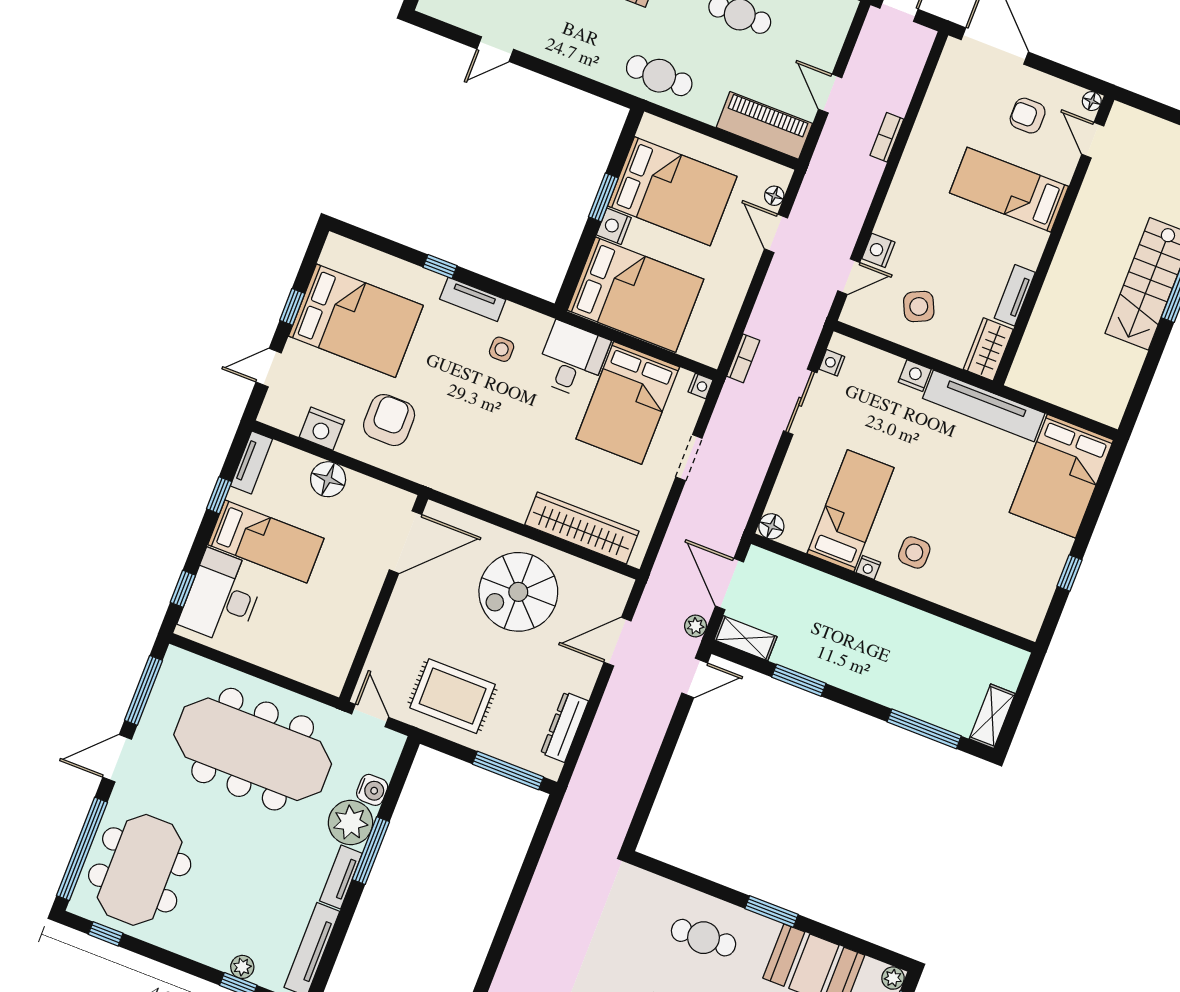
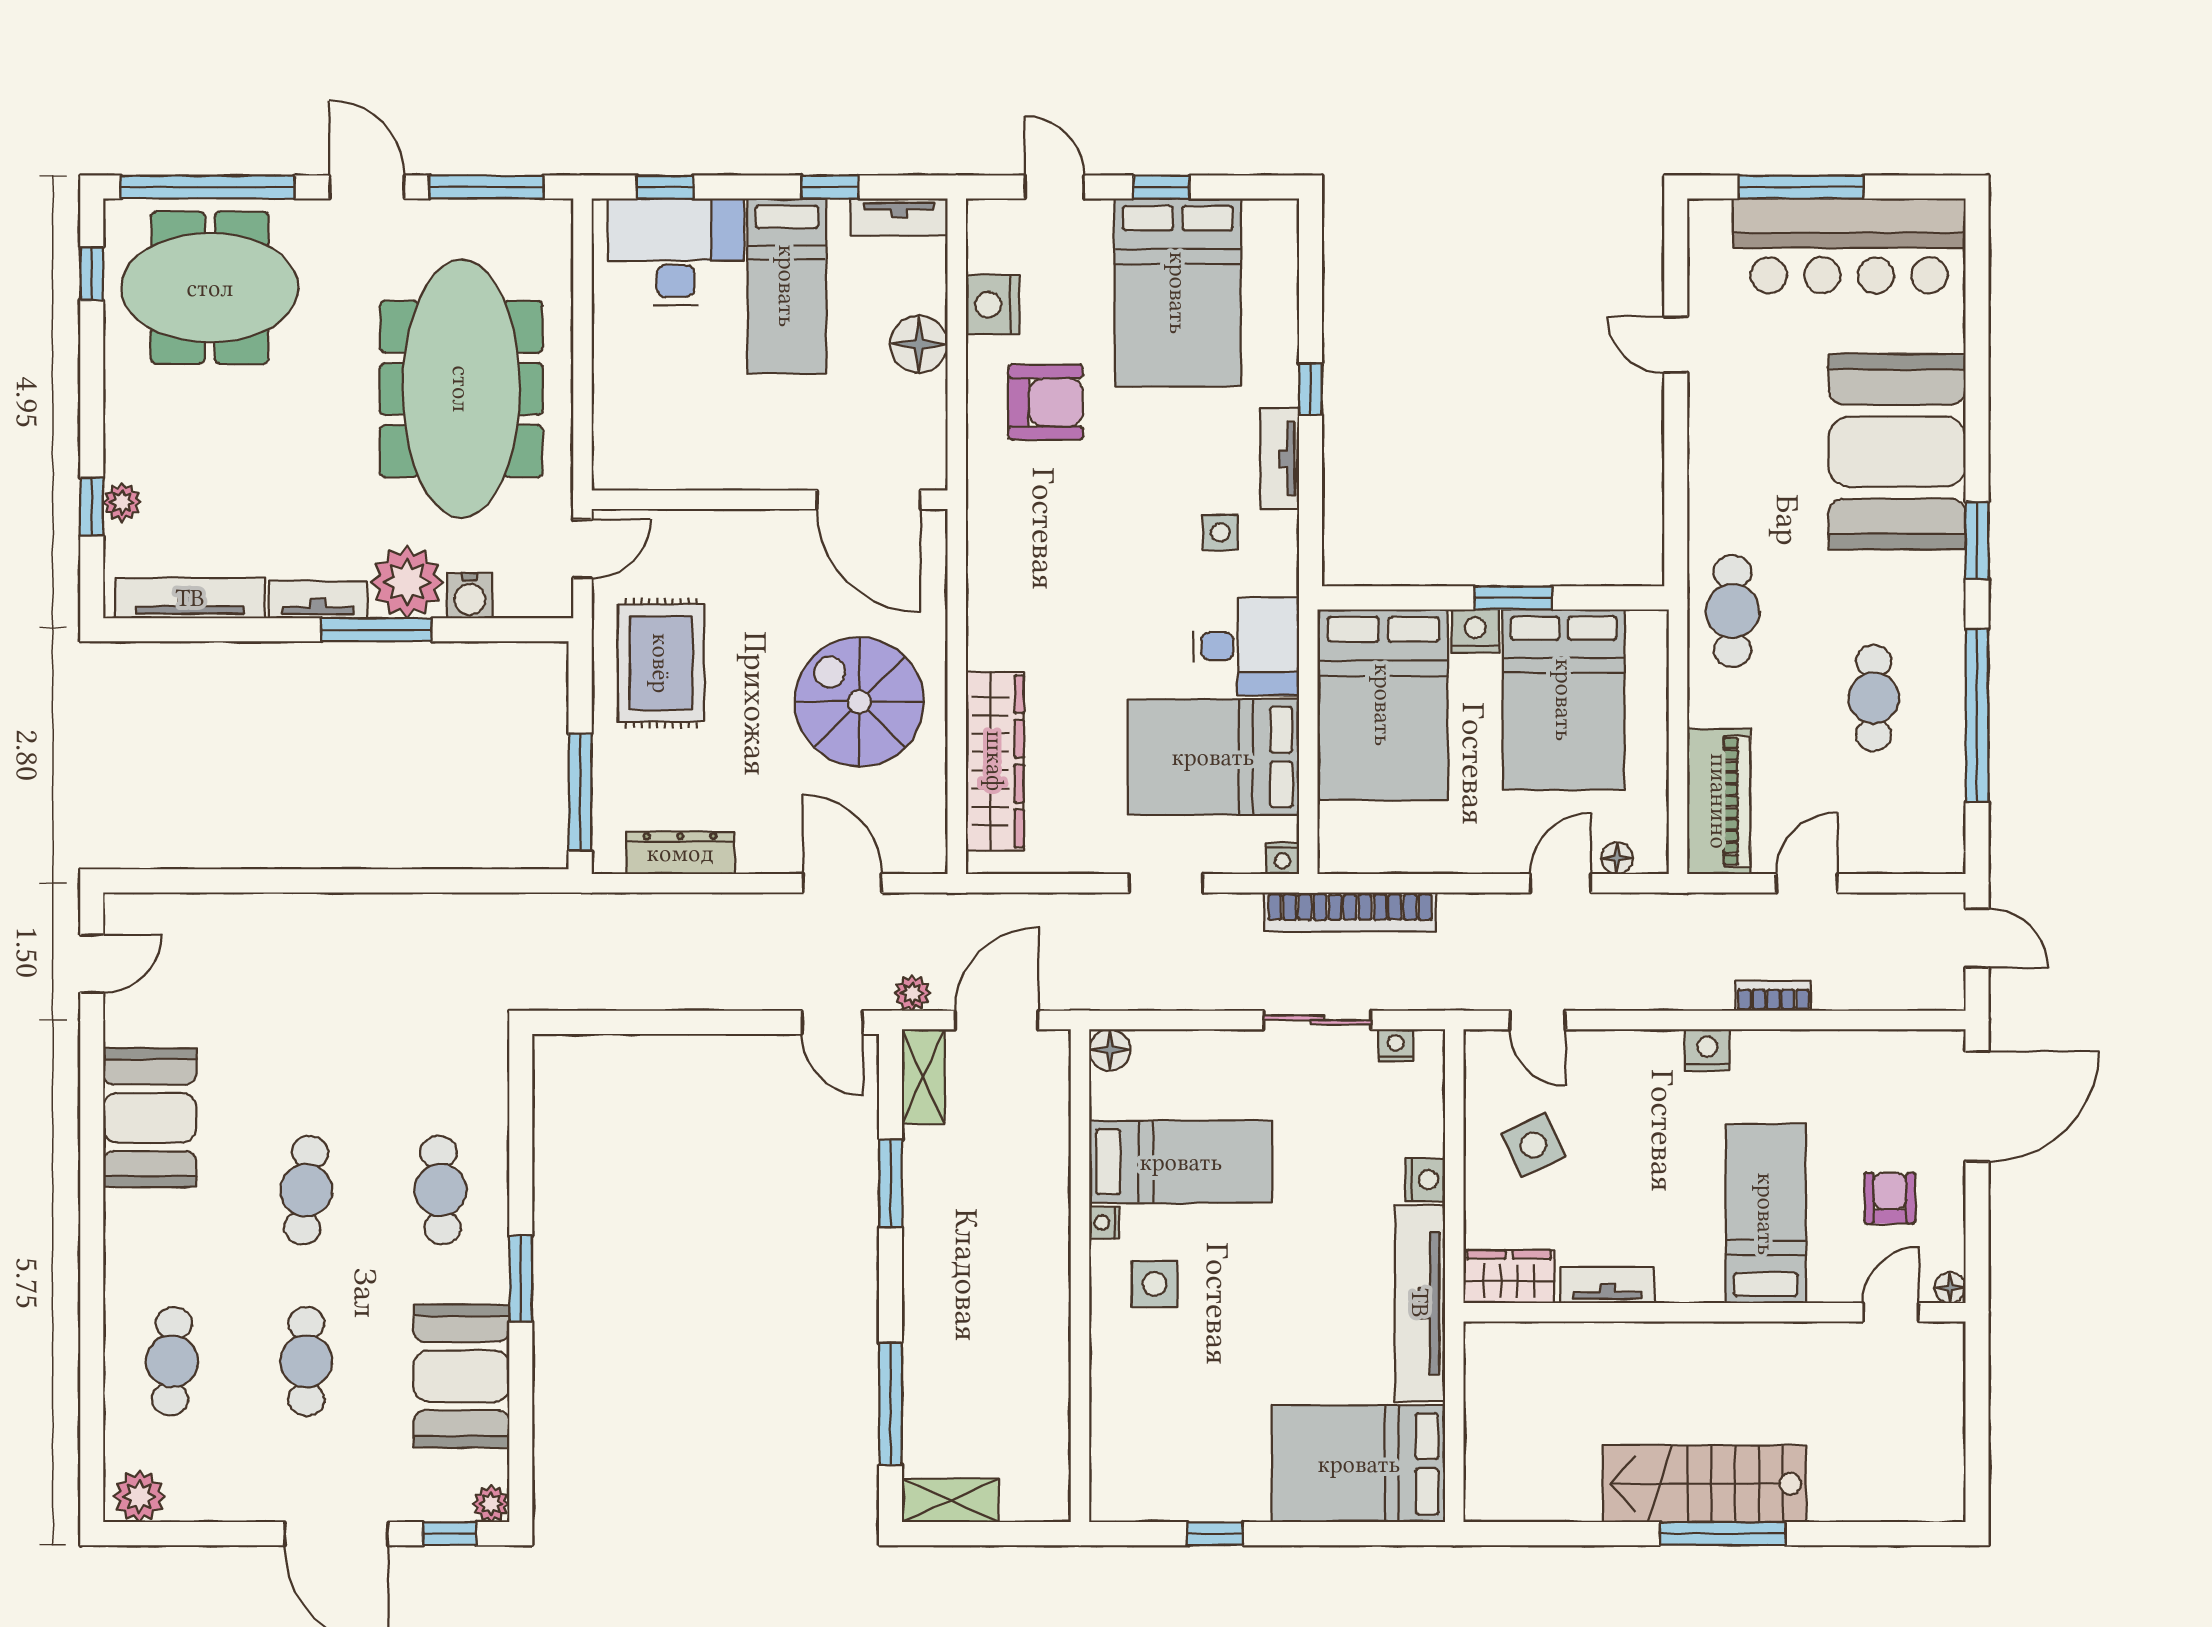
nightstand: (878, 250) -> (1707, 1050), moved
bookcase: (743, 358) -> (1350, 912), width x2.31, depth x1.31

